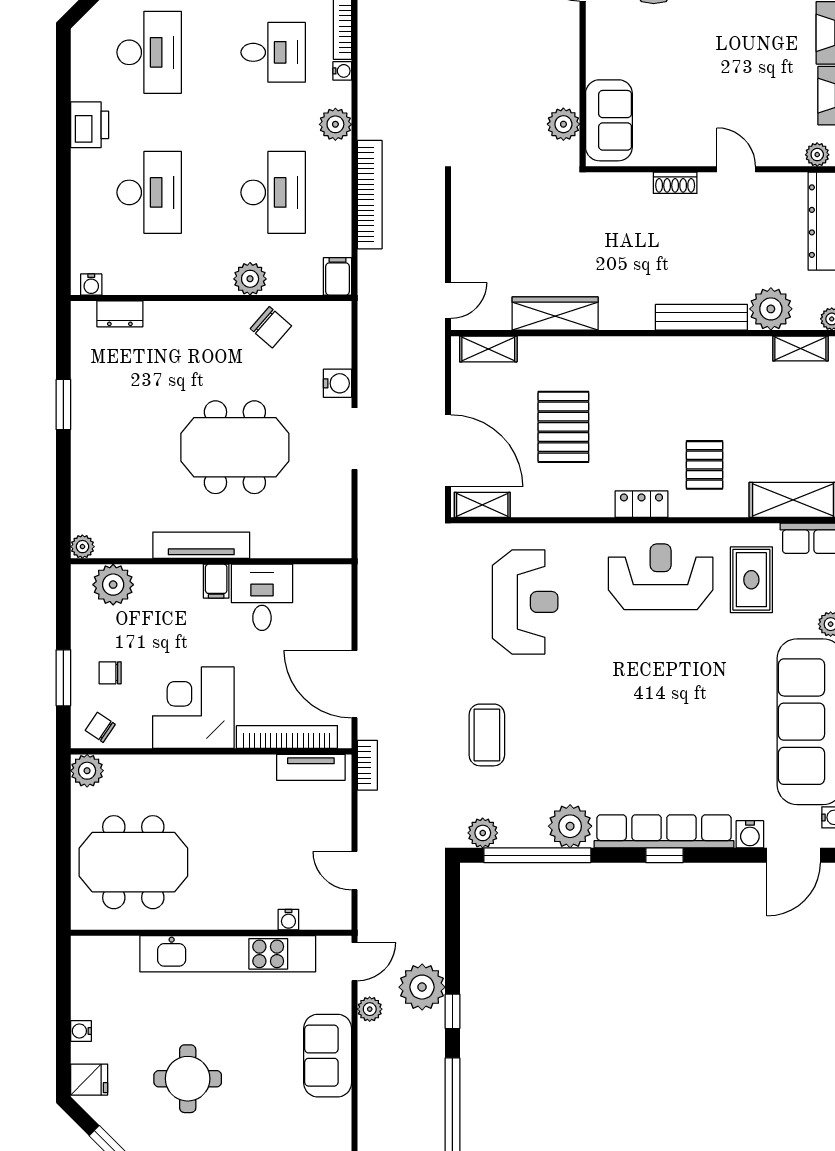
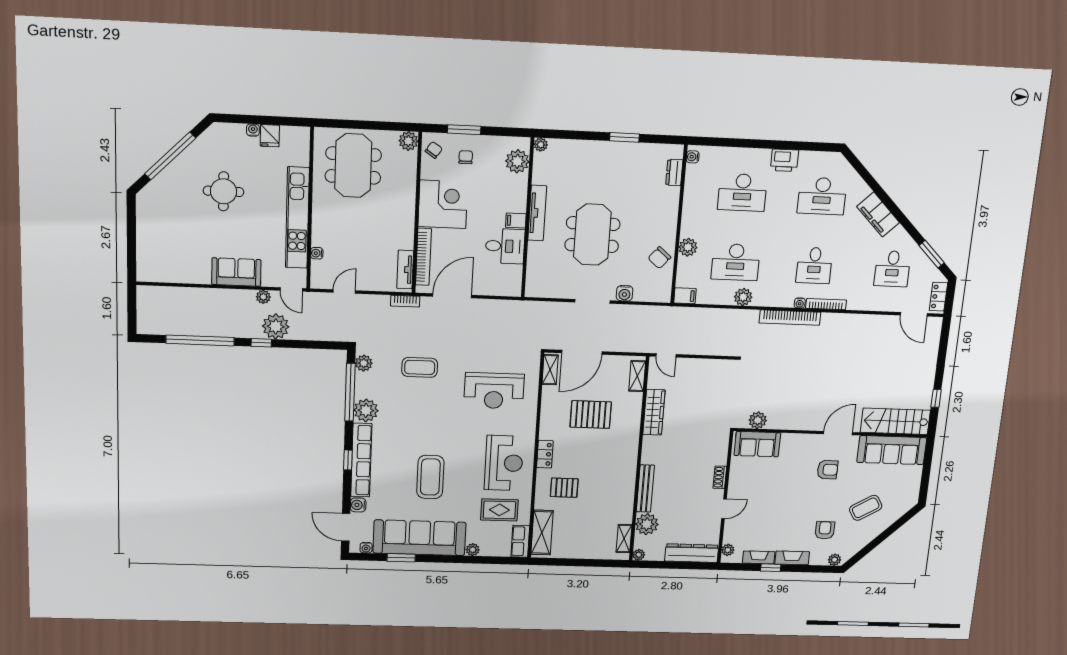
plant: (335, 124) -> (743, 297), moved
bookcase: (370, 195) -> (790, 318), moved
coffee table: (692, 707) -> (430, 477), added
fridge: (89, 1080) -> (270, 136), moved

